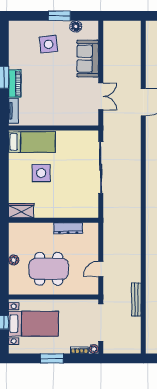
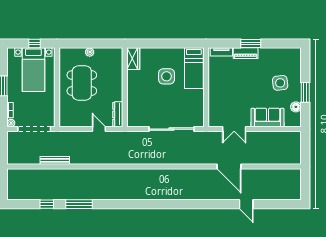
dresser: (68, 228) -> (118, 114), moved
door: (101, 269) -> (99, 129), moved

